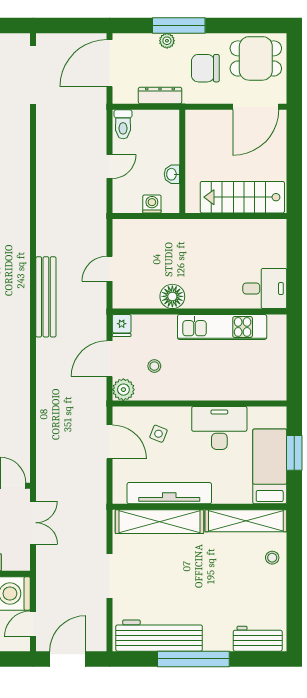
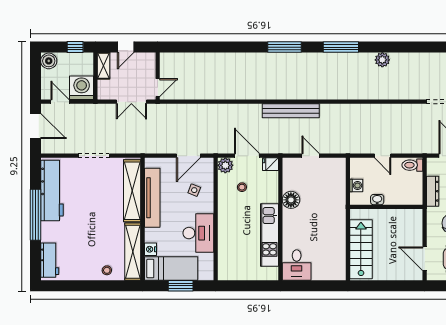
door: (256, 107) -> (425, 259), width x0.73
nightstand: (242, 496) -> (151, 249), added

